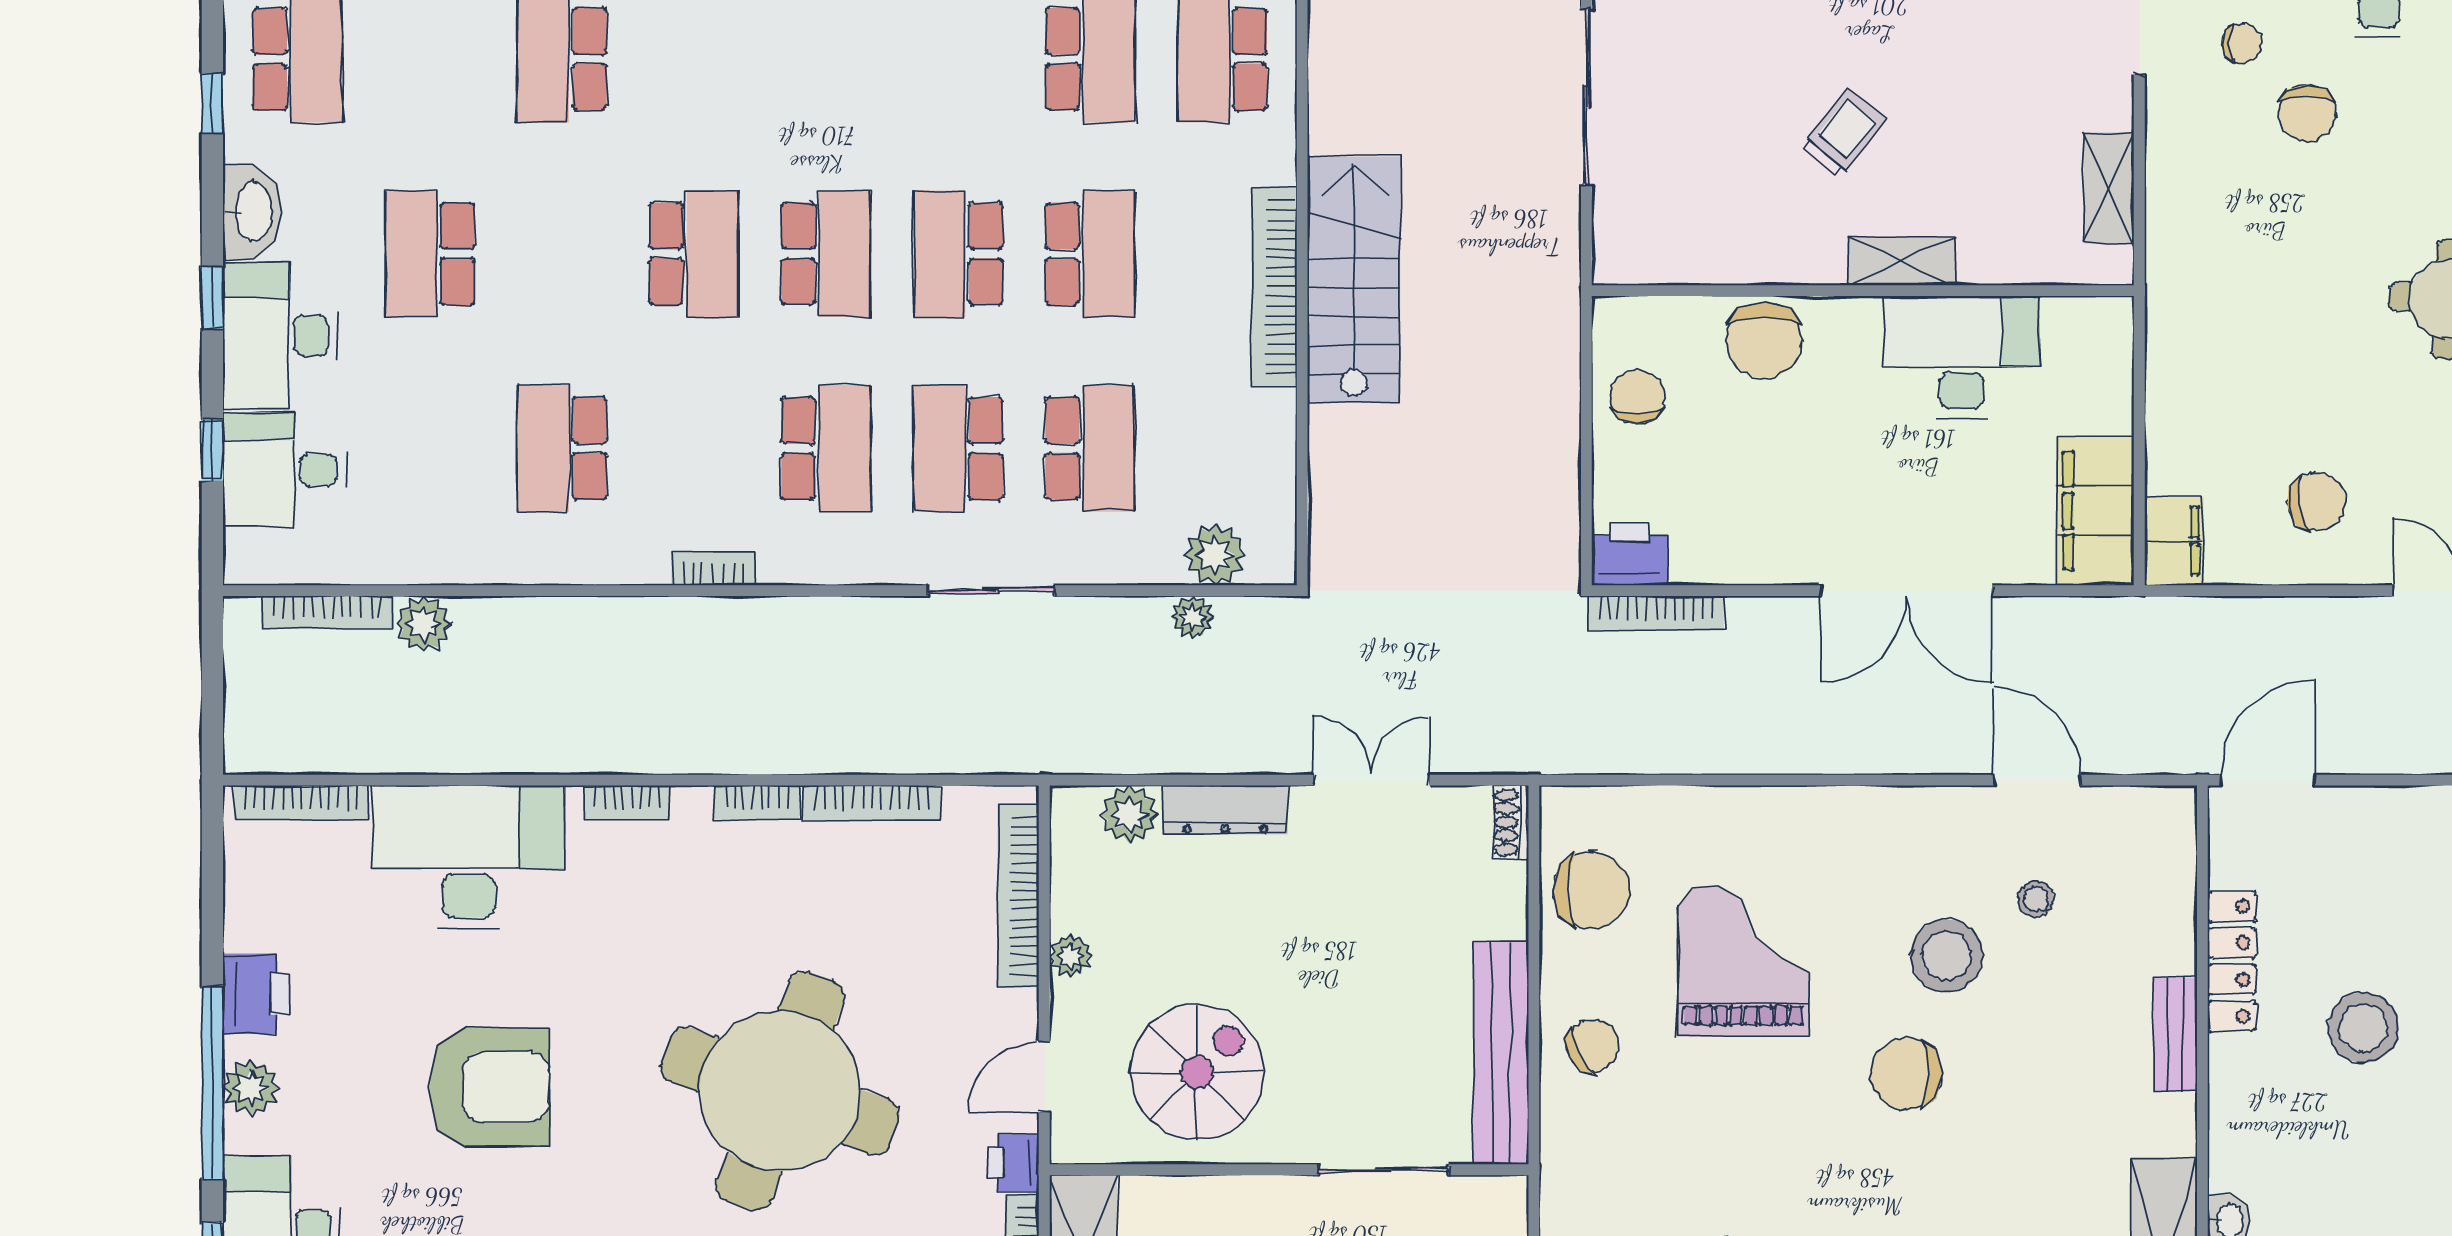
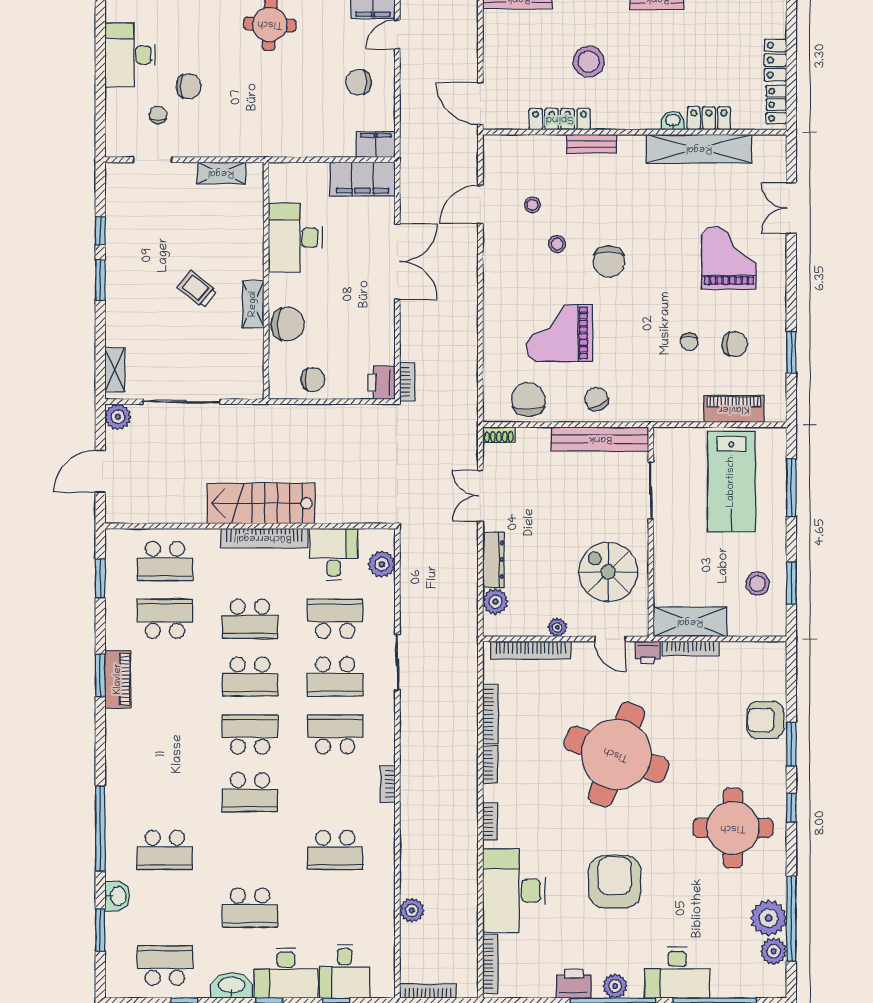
school desk: (694, 254) -> (250, 792), turned 180
school desk: (1090, 254) -> (250, 619), turned 180
shelving: (1902, 261) -> (253, 304), moved
chair: (1637, 397) -> (313, 380), turned 180
desk: (1238, 445) -> (334, 554), added
chair: (2316, 501) -> (358, 82), turned -79
bookcase: (327, 612) -> (428, 991), moved, turned -90
bookcase: (1656, 613) -> (407, 382), width x0.64
plant: (1192, 617) -> (409, 574), removed
stool: (1947, 956) -> (557, 244), width x0.53, depth x0.53

